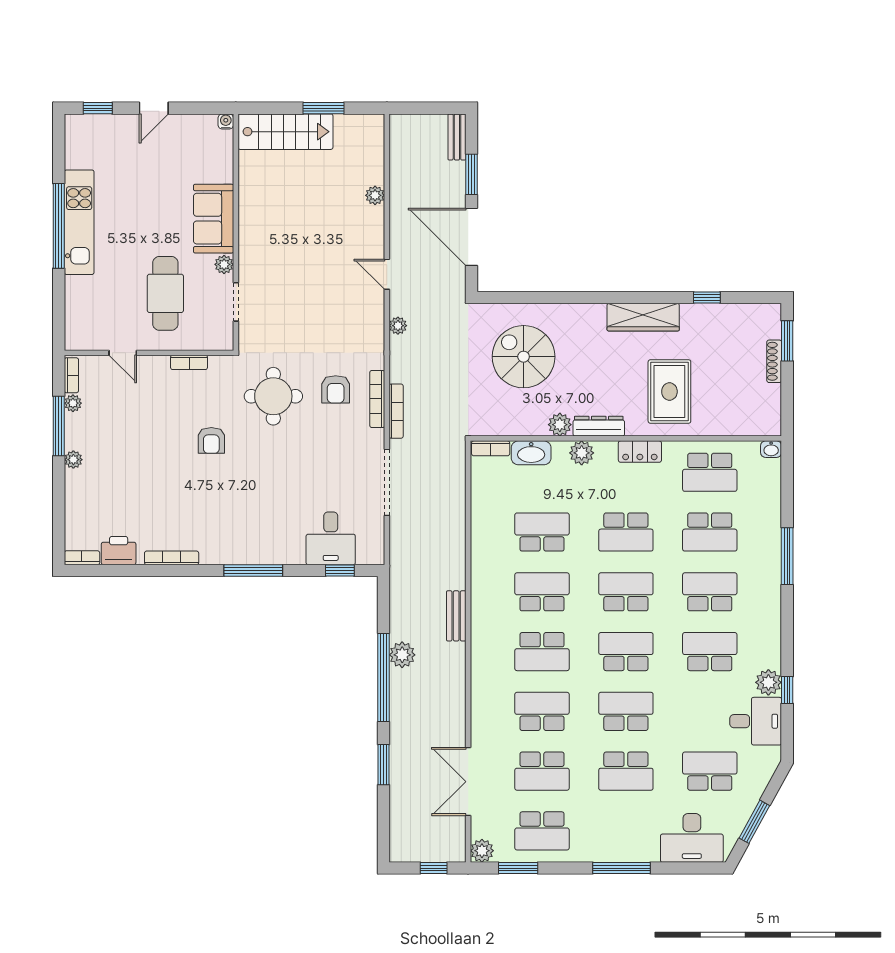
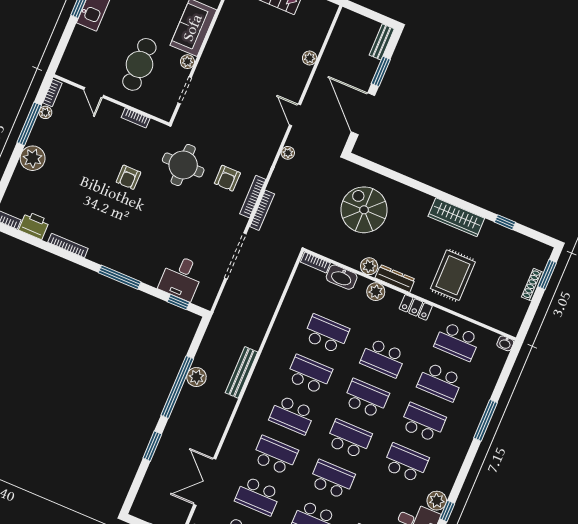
plant: (73, 460) -> (33, 158), width x1.87, depth x1.87
bench: (456, 616) -> (242, 372), width x1.36

